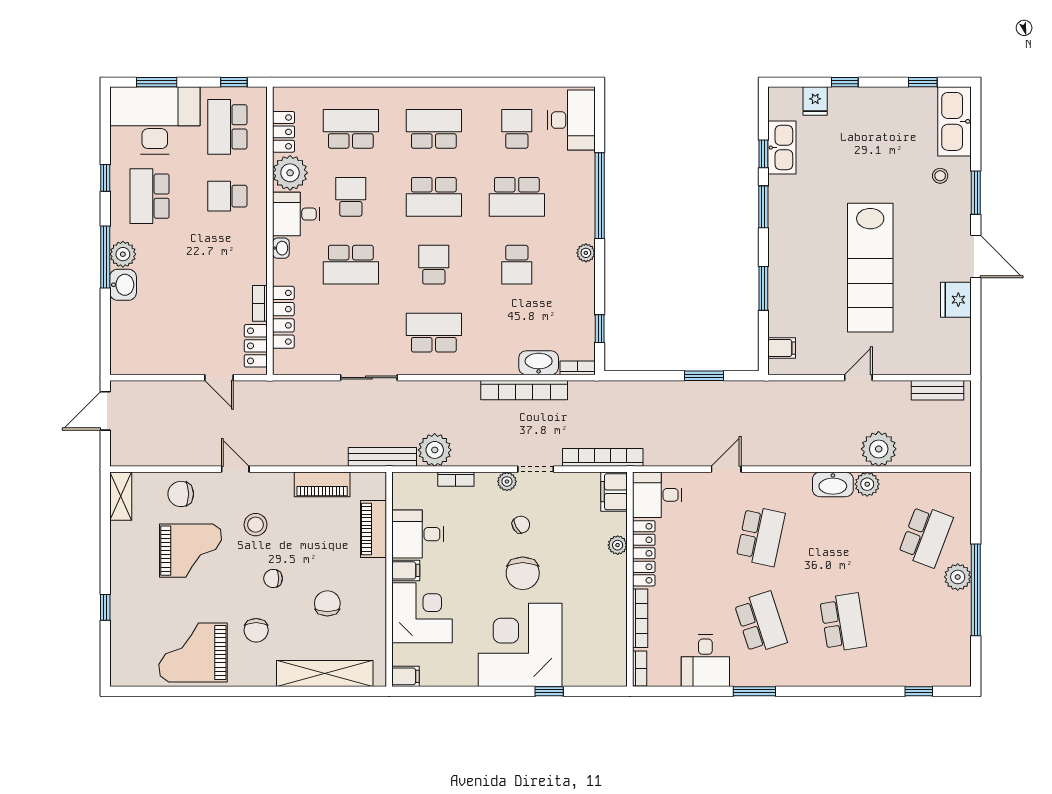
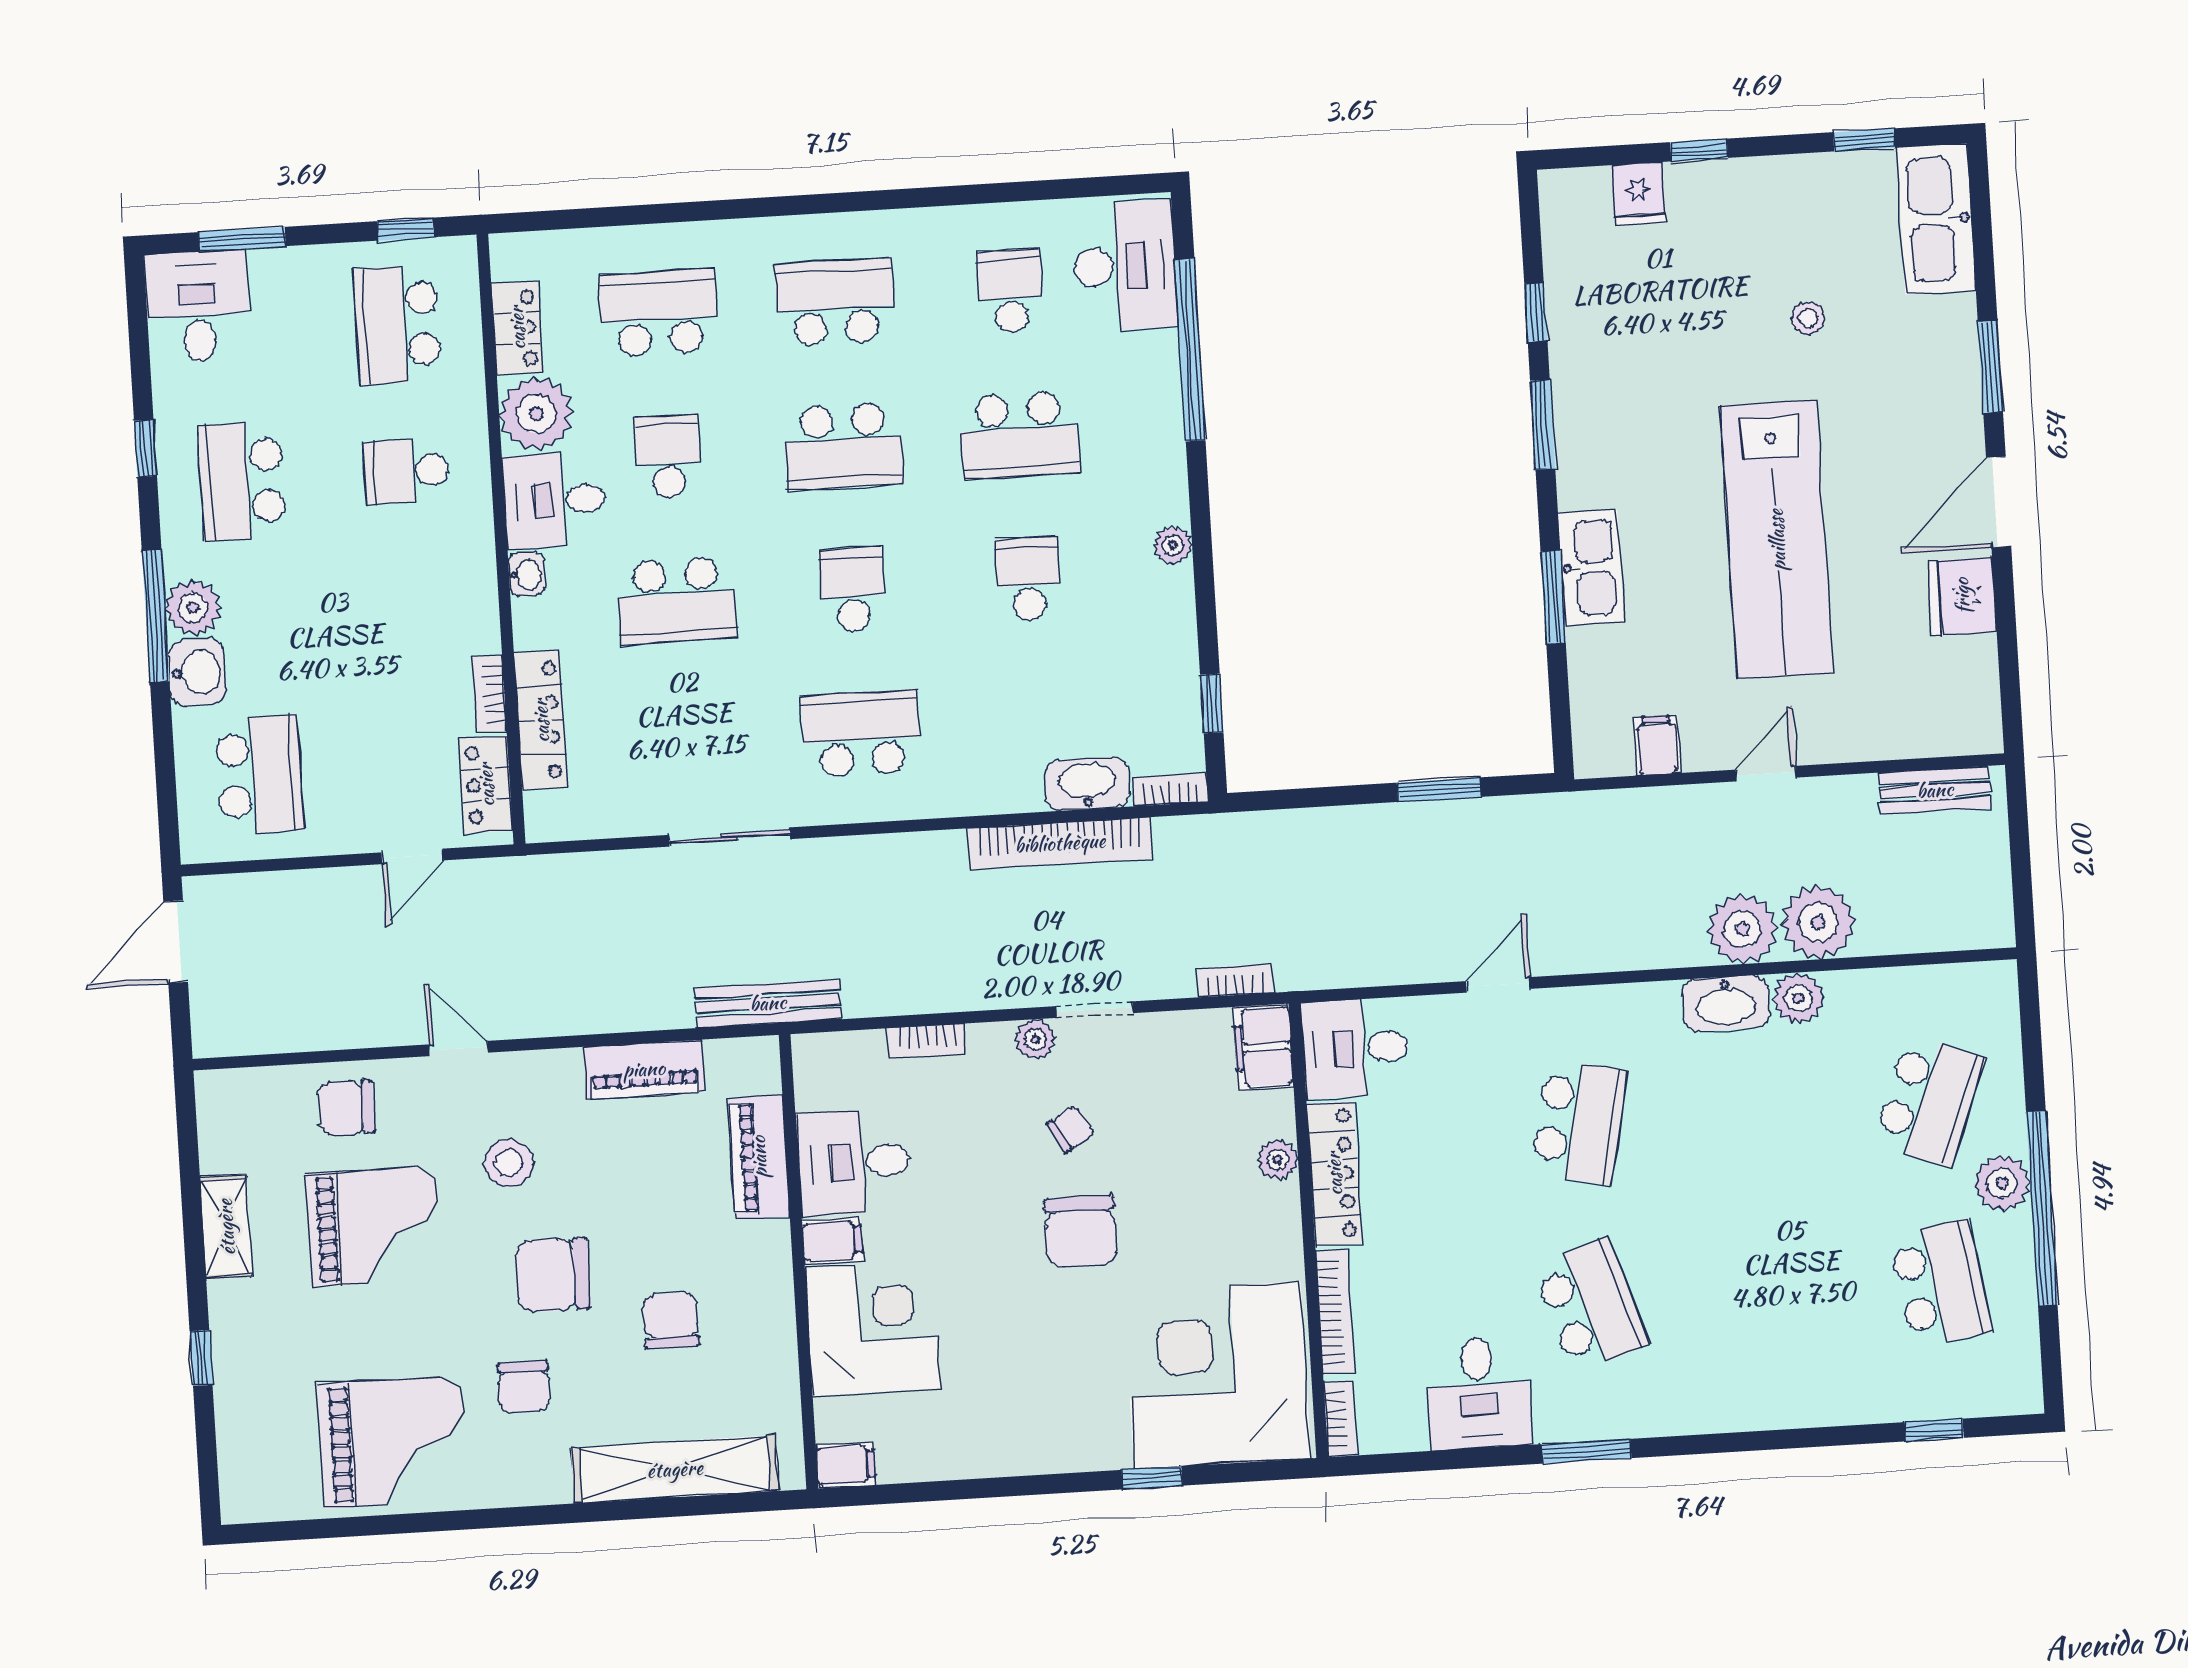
desk: (155, 120) -> (198, 307), width x0.53, depth x0.77
kitchen sink: (782, 148) -> (1591, 567), moved
stool: (940, 176) -> (1808, 318), moved
window: (600, 196) -> (1190, 350), moved
door: (976, 256) -> (1999, 502), swing flipped
school desk: (517, 265) -> (1028, 579), turned 180
school desk: (150, 335) -> (260, 775), added
filing cabinet: (782, 348) -> (1657, 745), moved, turned -90
door: (219, 378) -> (412, 856), hinge flipped
plant: (435, 450) -> (1743, 929), moved
bookcase: (603, 457) -> (1235, 980), width x0.43, depth x0.76
shelving: (121, 496) -> (226, 1227), moved
chair: (273, 578) -> (553, 1275), width x1.87, depth x1.87
school desk: (843, 623) -> (1940, 1284), moved
corner desk: (520, 645) -> (1217, 1375), moved
grand piano: (193, 653) -> (393, 1442), turned 180

